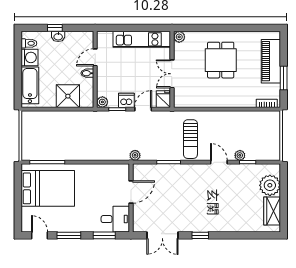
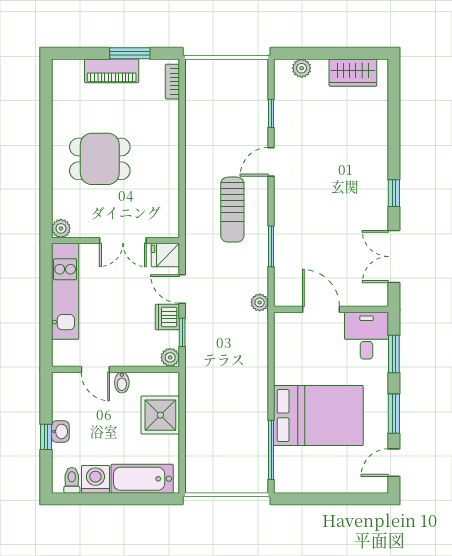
piano: (271, 61) -> (112, 71), width x0.73, depth x0.75
sun lounger: (190, 139) -> (232, 210), turned 90
plant: (240, 155) -> (260, 127), removed
plant: (270, 185) -> (302, 68), width x0.53, depth x0.53
bed: (48, 188) -> (318, 415), moved, turned 90
double door: (162, 235) -> (394, 257), swing flipped

